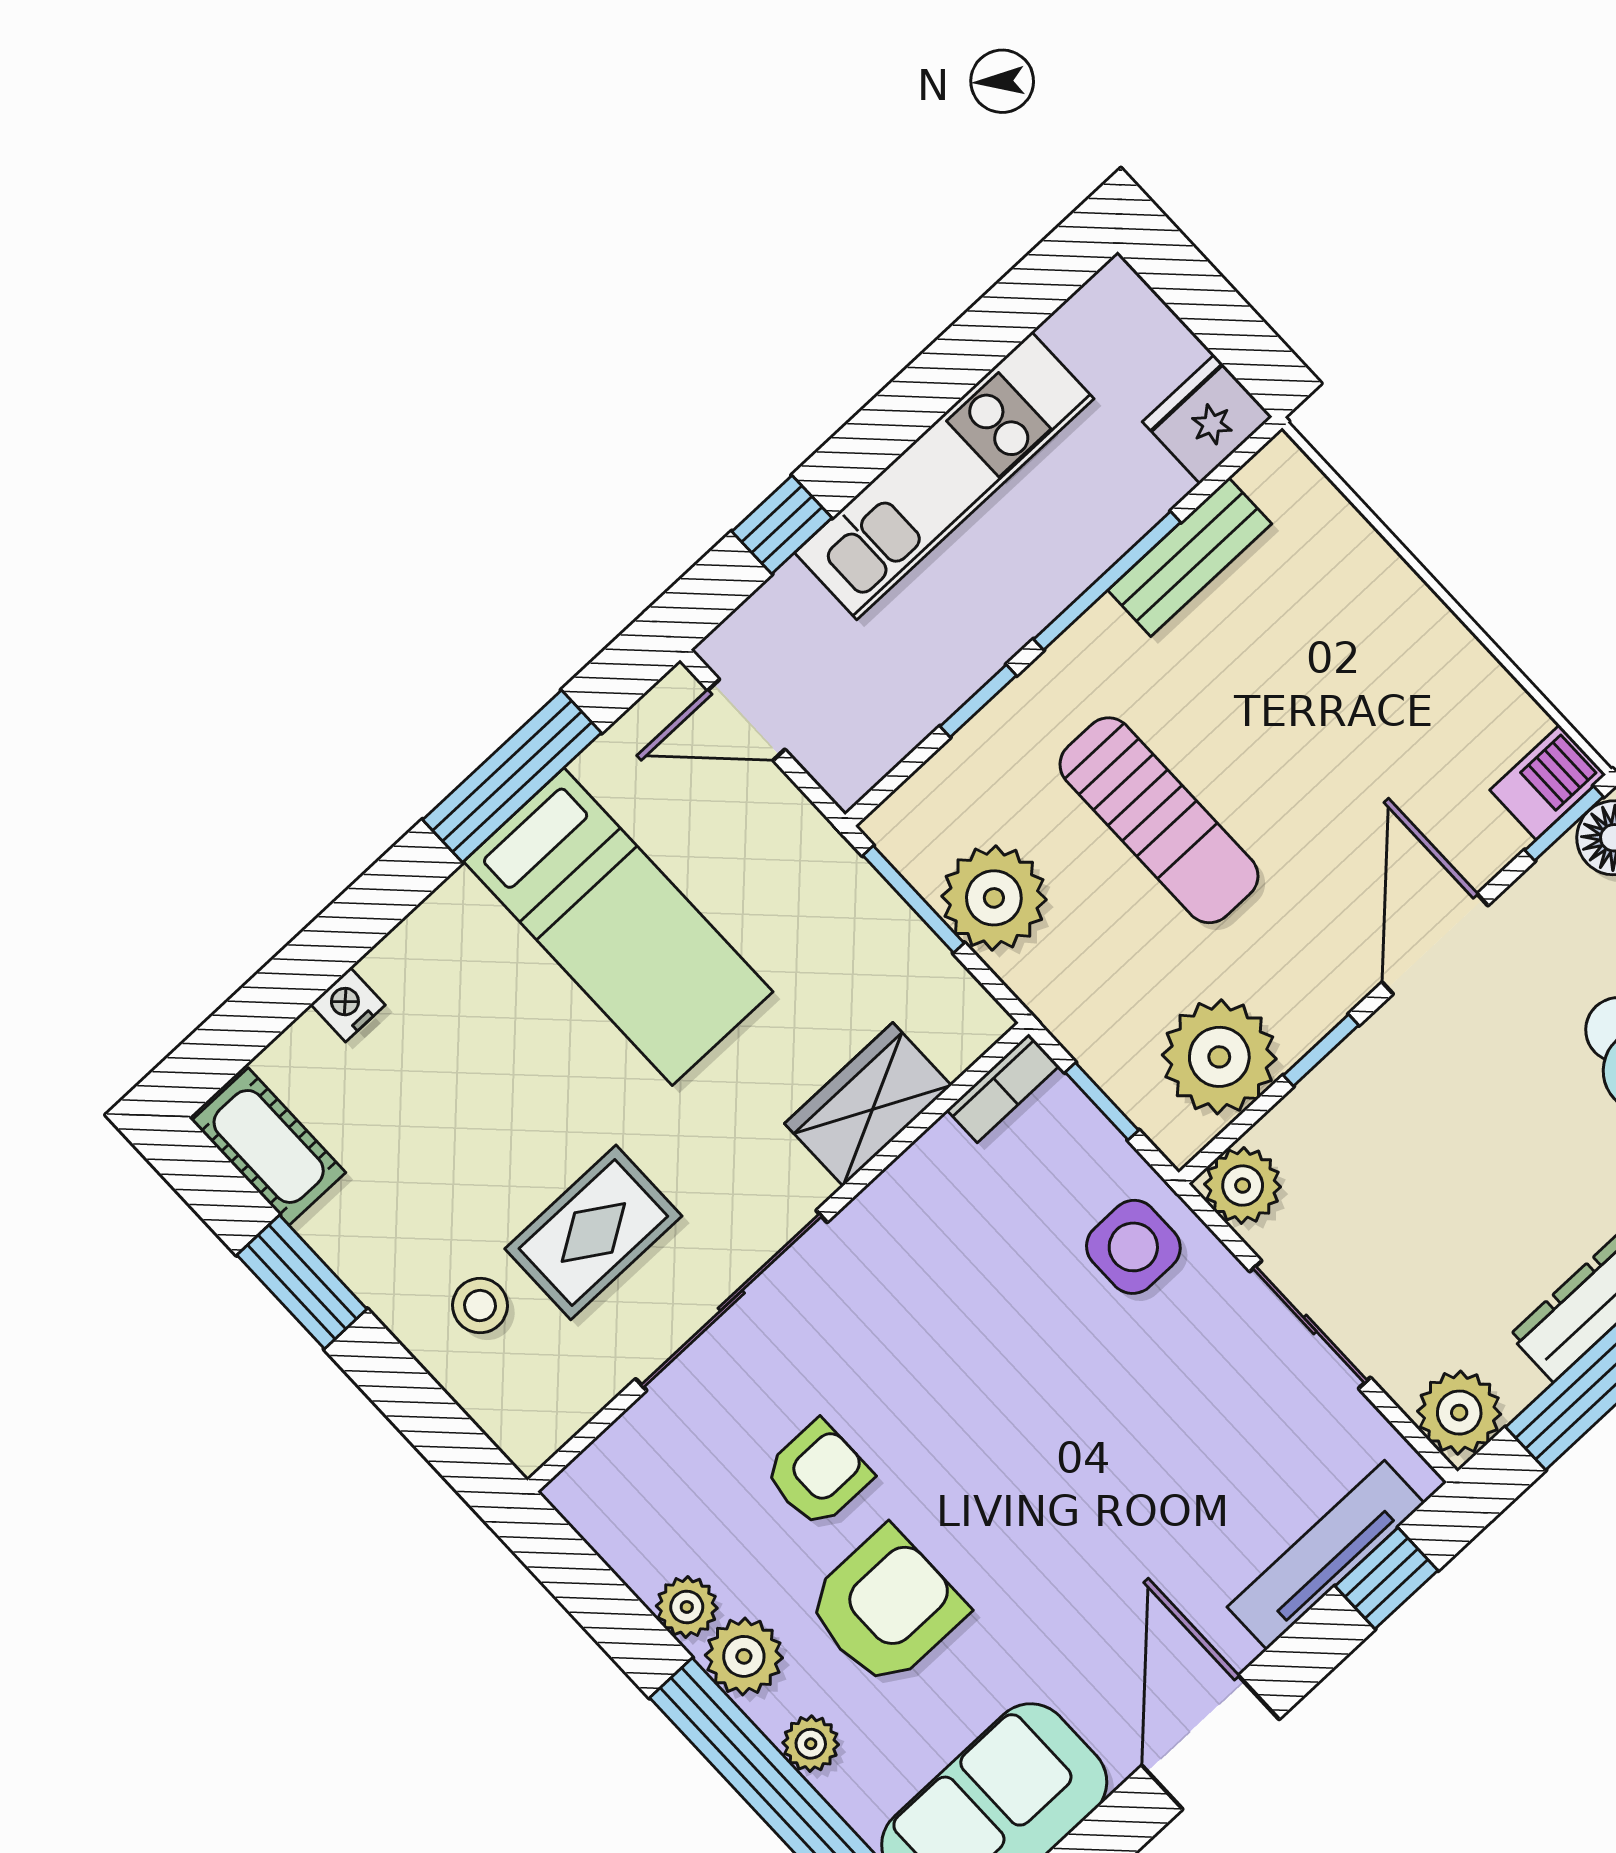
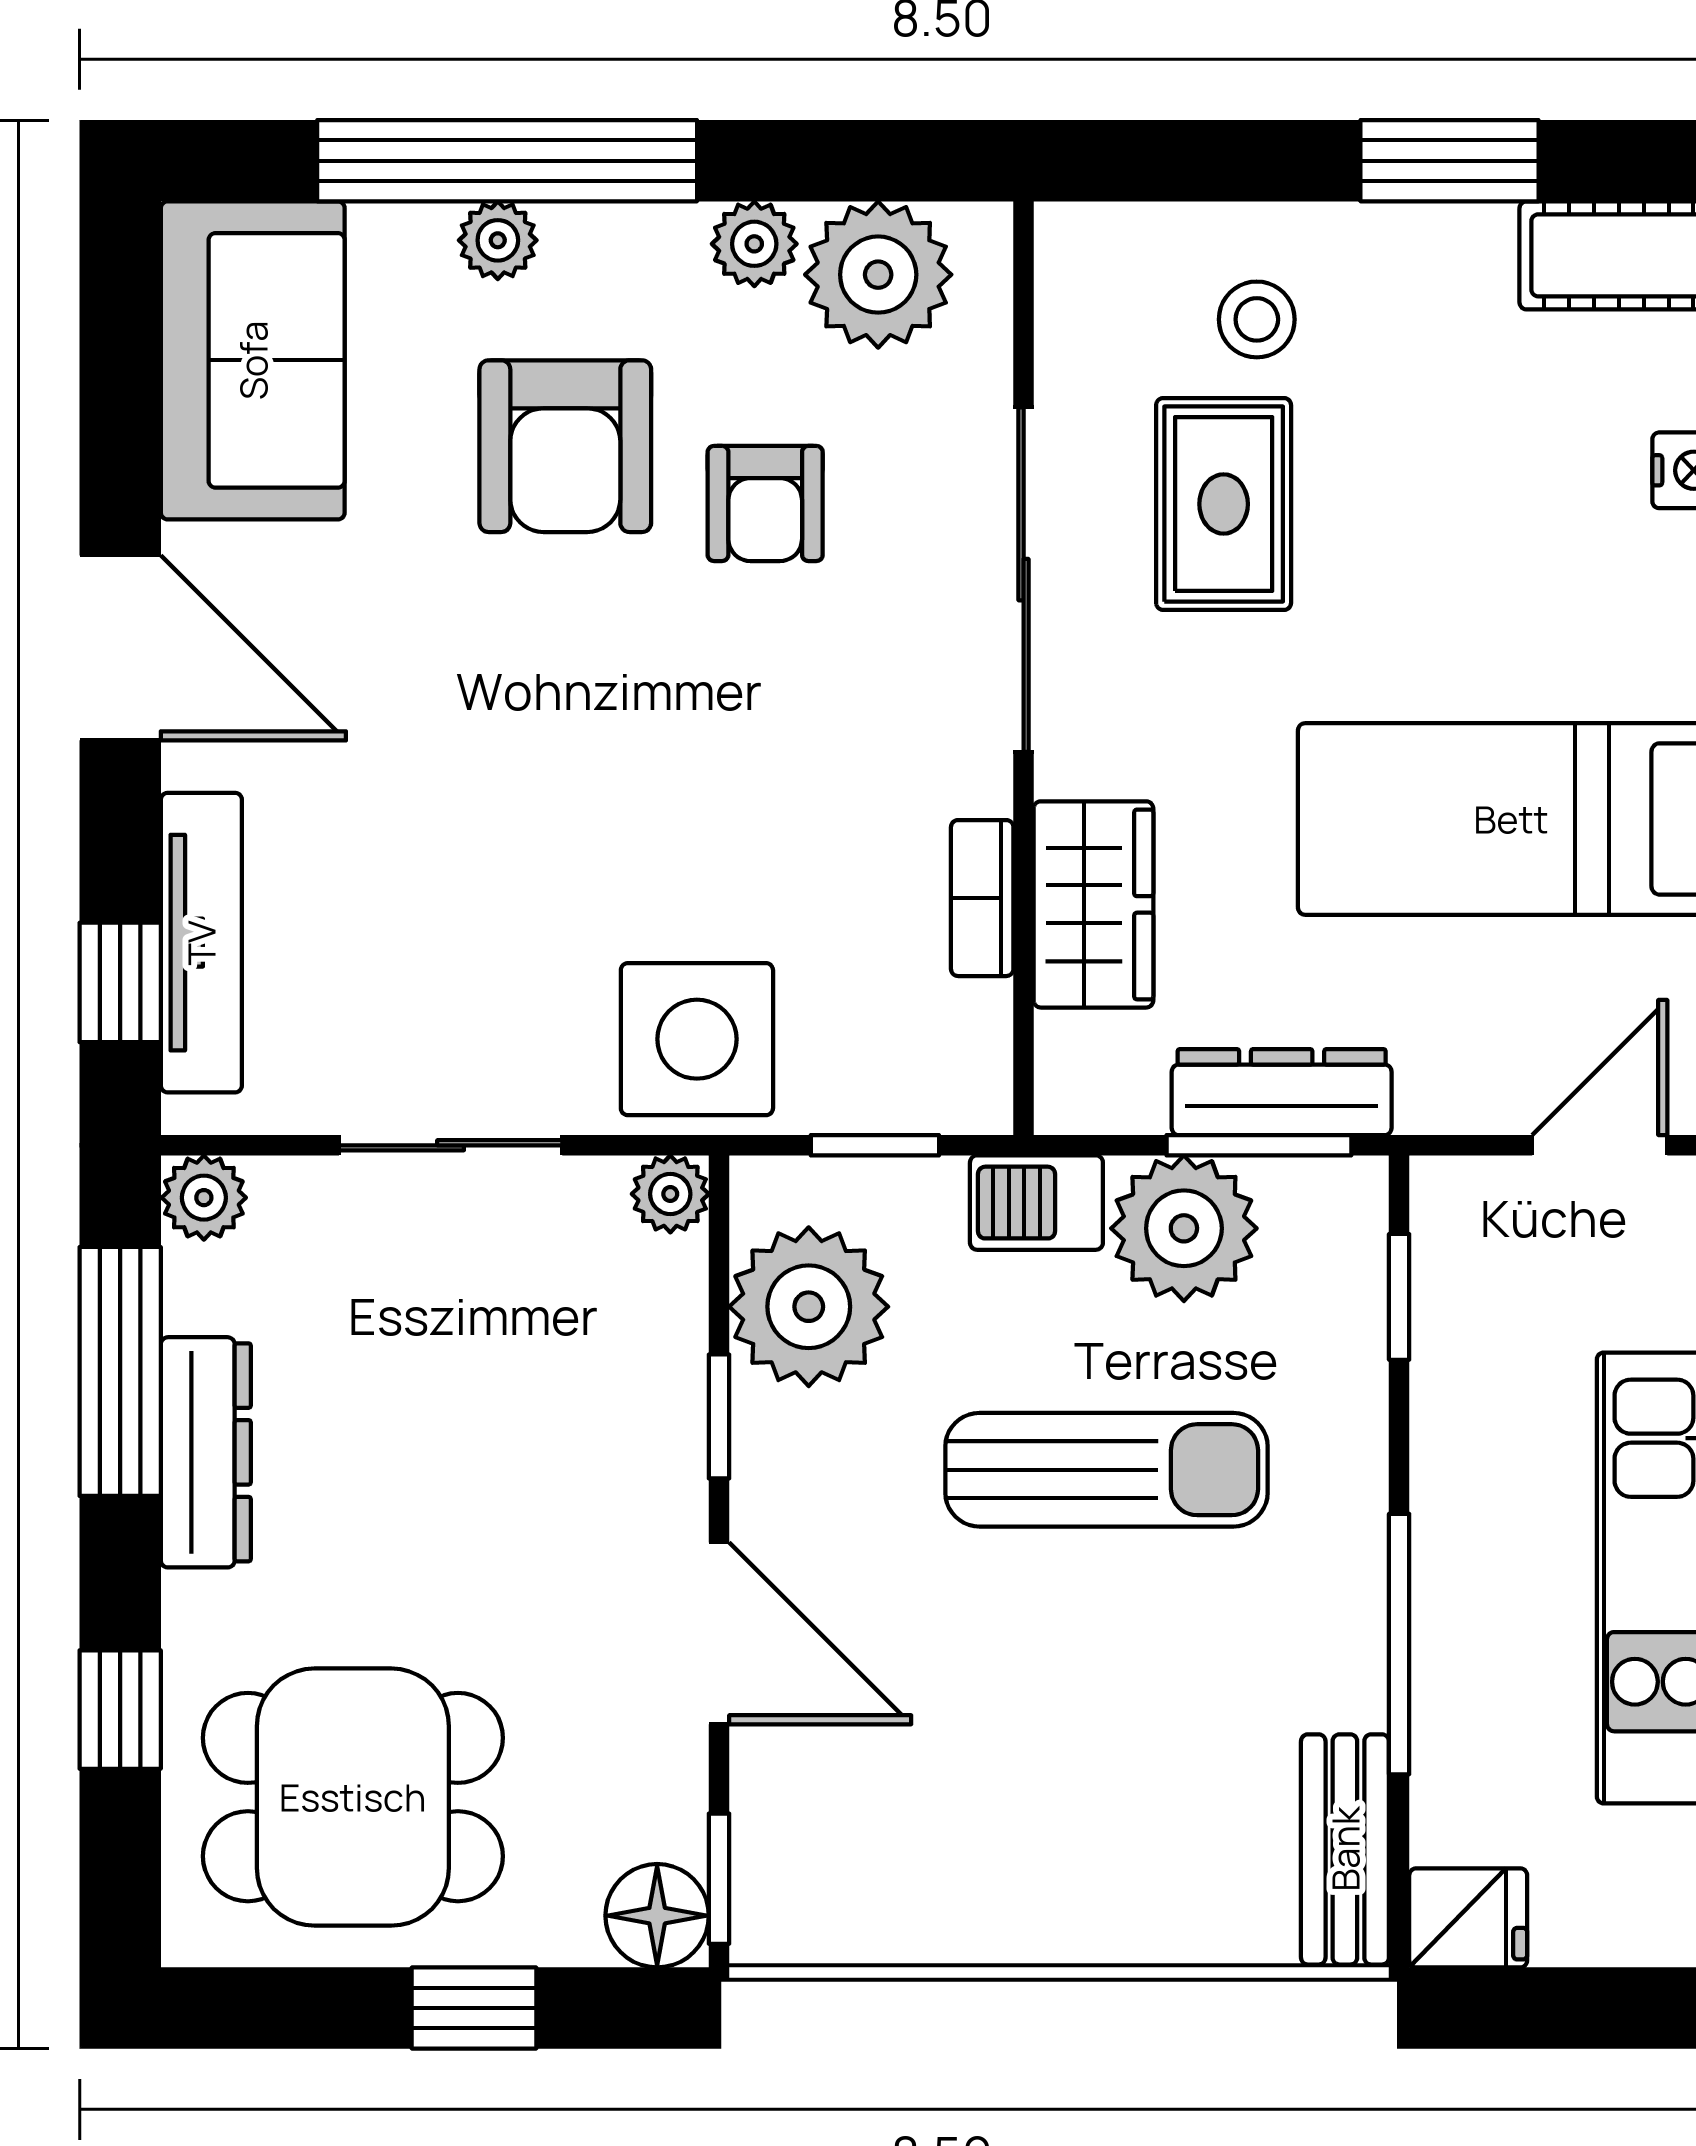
fridge: (1207, 419) -> (1468, 1918), width x0.72
bench: (1190, 557) -> (1345, 1849), moved
window: (978, 701) -> (1399, 1297), moved
barbecue: (1548, 782) -> (1036, 1203), moved, turned 90
sun lounger: (1159, 820) -> (1106, 1470), turned 180
dresser: (874, 913) -> (1282, 1092), added
bookcase: (1003, 1088) -> (982, 898), moved
plant: (1243, 1186) -> (670, 1194), width x0.73, depth x0.73
side table: (1133, 1247) -> (697, 1039), width x1.37, depth x1.37
plant: (1459, 1413) -> (204, 1198), width x0.73, depth x0.73
plant: (744, 1656) -> (878, 275), moved, width x1.36, depth x1.36

